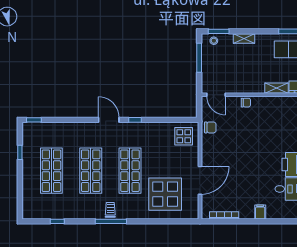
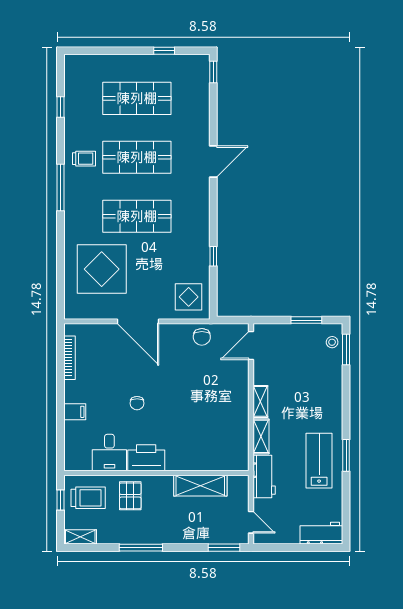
shelving: (244, 38) -> (260, 401), moved
window: (199, 58) -> (306, 320), width x0.69
chair: (246, 103) -> (137, 403), moved
door: (109, 120) -> (213, 162), moved
window: (135, 120) -> (213, 256), moved
door: (200, 180) -> (138, 321), moved
trolley: (110, 210) -> (84, 159), moved

